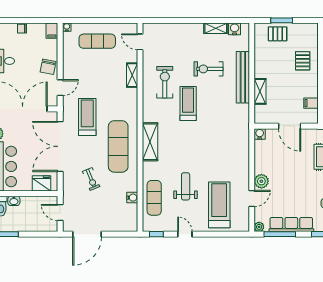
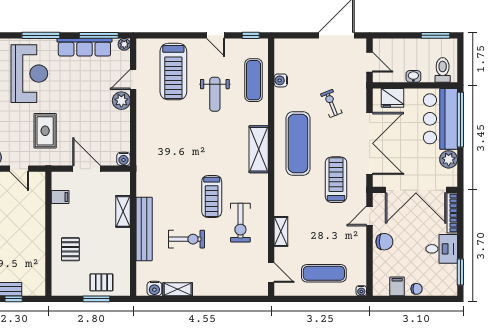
filing cabinet: (52, 31) -> (397, 286), moved
chair: (48, 67) -> (384, 242), turned 79
treadmill: (87, 117) -> (336, 180), turned 180
washbasin: (14, 201) -> (413, 76), moved

